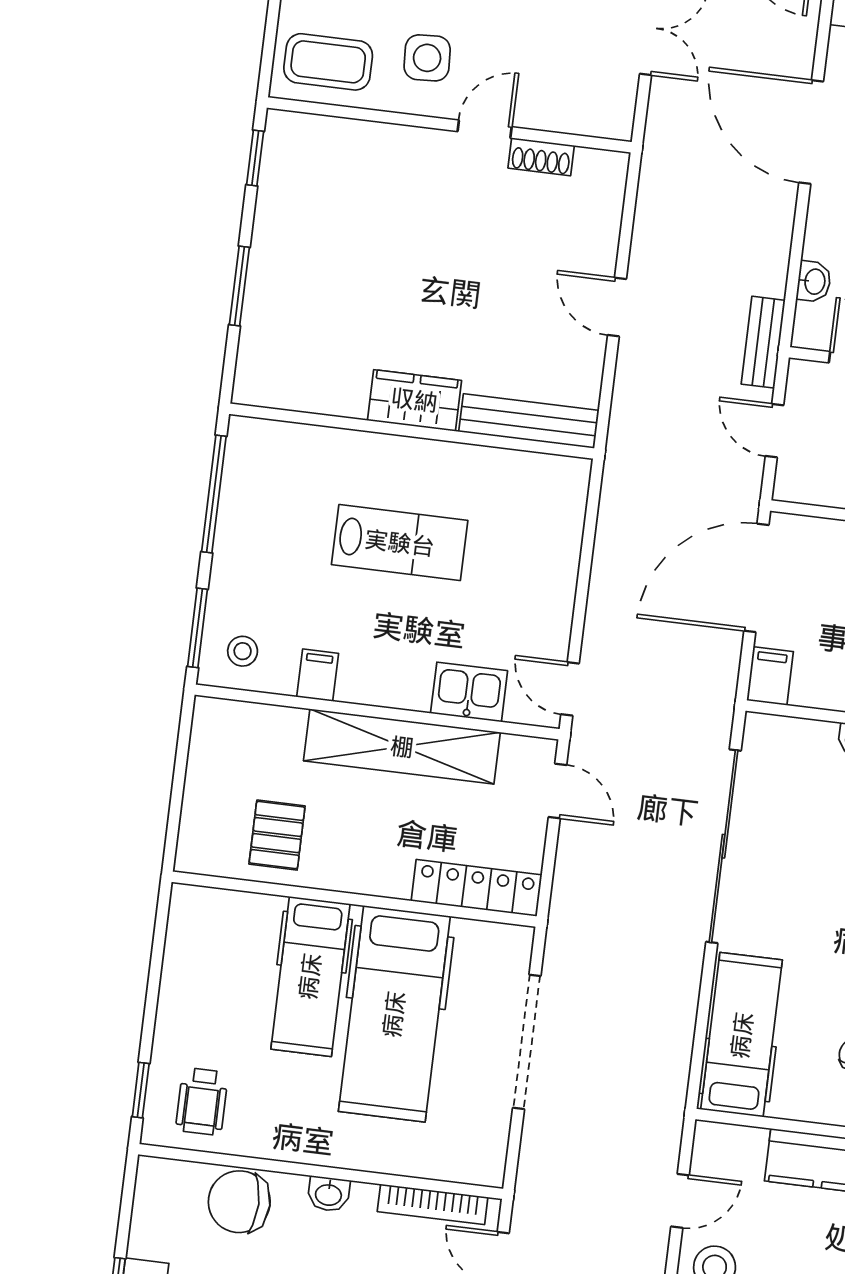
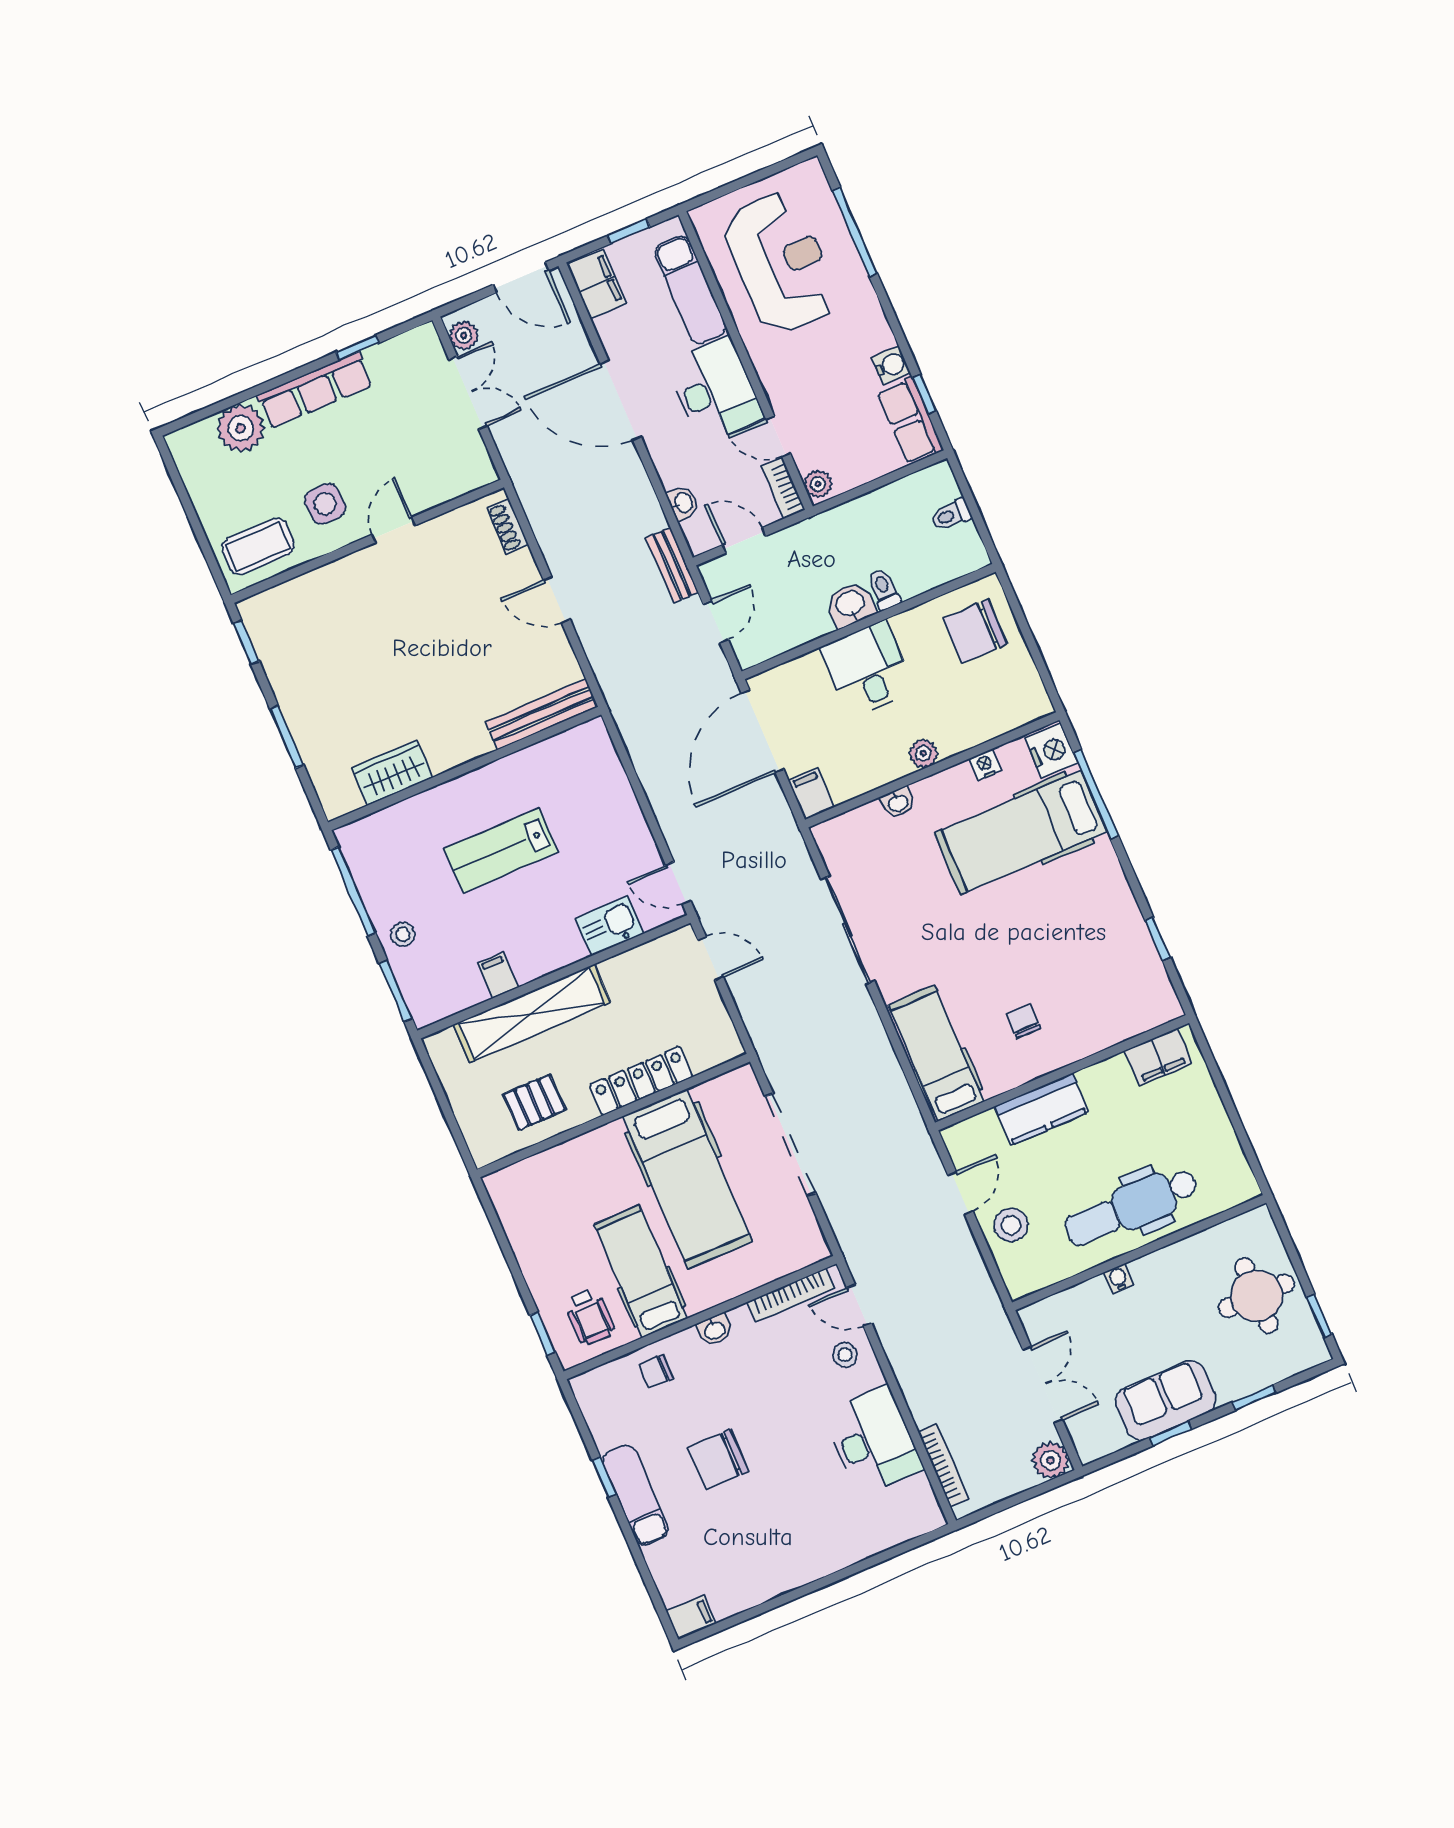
shoe rack: (541, 157) -> (508, 527), moved, turned 90
wardrobe: (414, 400) -> (392, 773), moved
door: (775, 431) -> (716, 622), swing flipped
lab bench: (400, 543) -> (501, 850), turned 180
stool: (243, 651) -> (403, 934), moved
shelving: (402, 747) -> (532, 1013), moved
pallet: (277, 835) -> (534, 1102), turned 90
sliding door: (723, 846) -> (848, 930), width x0.73
locker: (477, 888) -> (641, 1081), moved
hospital bed: (310, 976) -> (641, 1271), moved, turned 180
chair: (239, 1202) -> (656, 1371), width x0.54, depth x0.54

